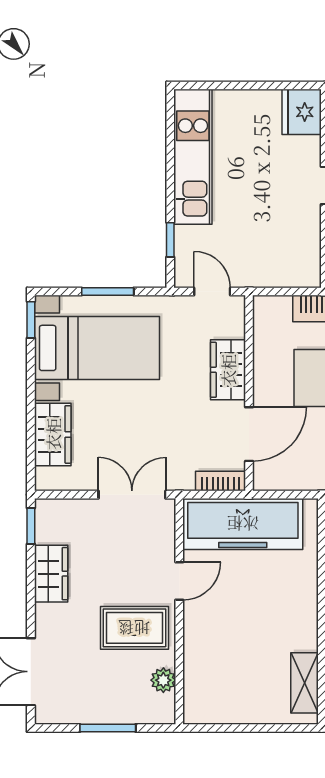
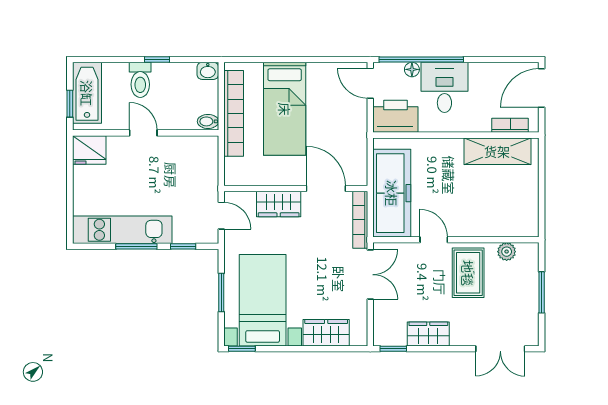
window: (170, 176) -> (136, 246), added
door: (212, 292) -> (221, 216), swing flipped
bookcase: (221, 481) -> (360, 220), width x1.56
double door: (132, 495) -> (370, 275), swing flipped
shelving: (305, 683) -> (497, 151), width x1.50, depth x1.33

